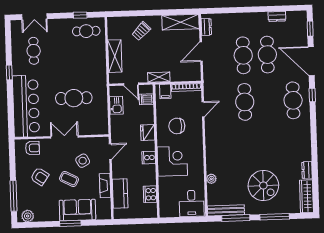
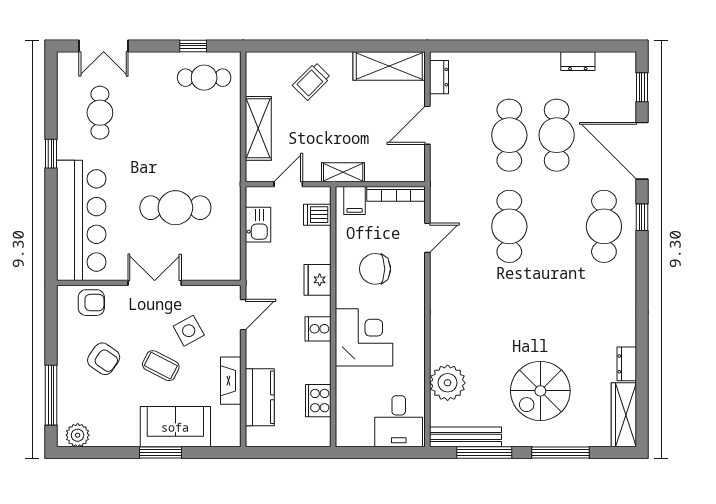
door: (131, 84) -> (288, 184), swing flipped
plant: (211, 179) -> (448, 383), width x1.88, depth x1.88
spiral stairs: (263, 186) -> (540, 391), turned 90

